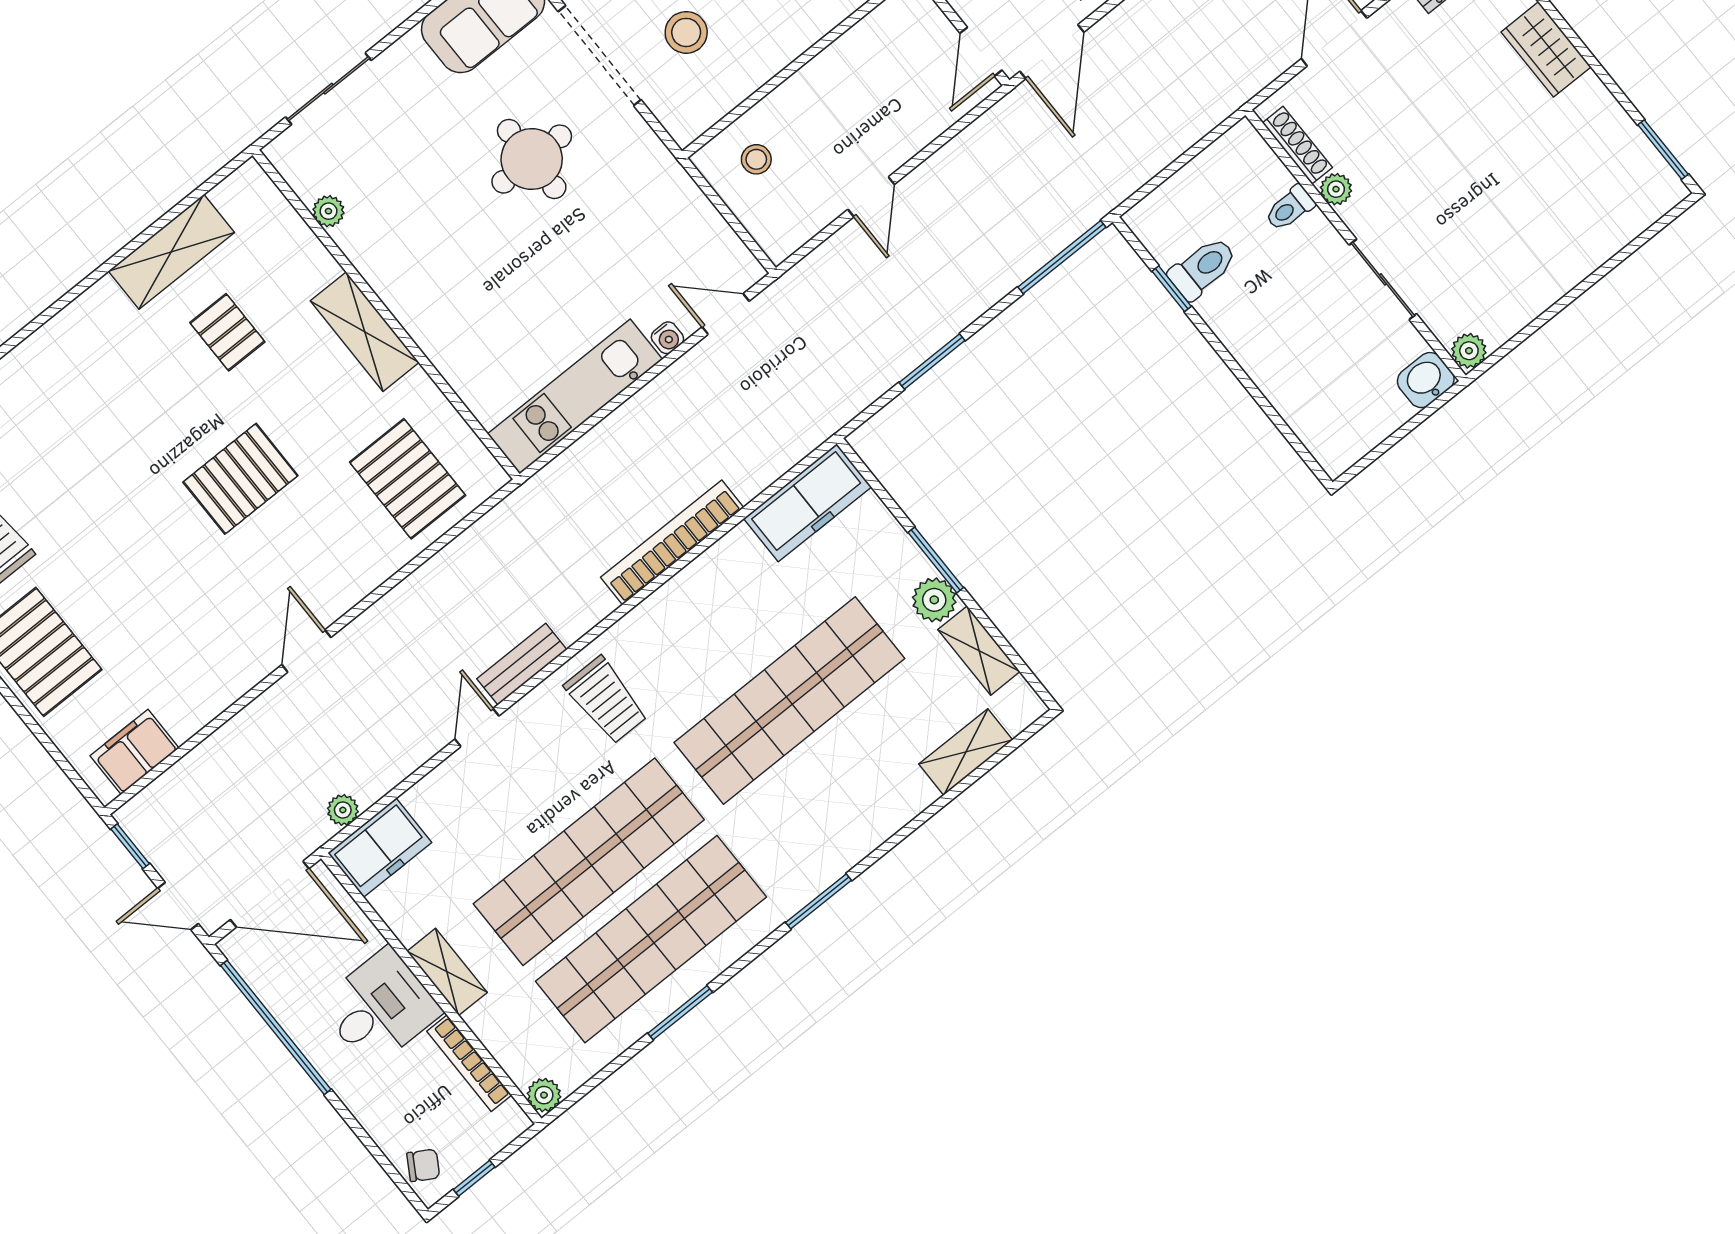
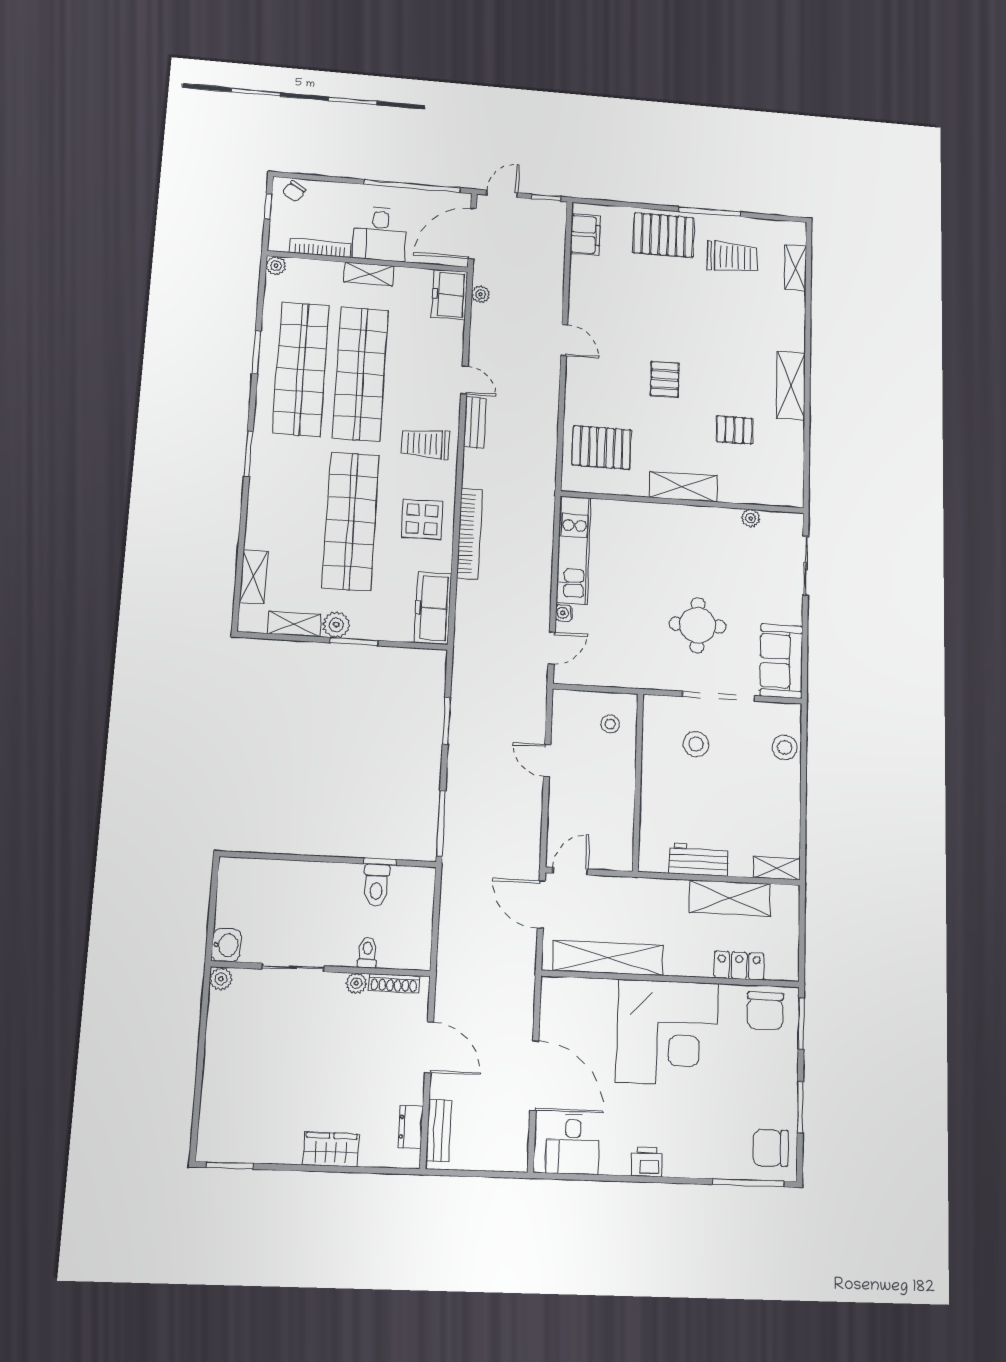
door: (981, 52) -> (570, 871), hinge flipped
shelving: (171, 252) -> (791, 386), moved
pallet: (240, 479) -> (665, 379), width x0.67, depth x0.71
display table: (707, 617) -> (422, 519), added

